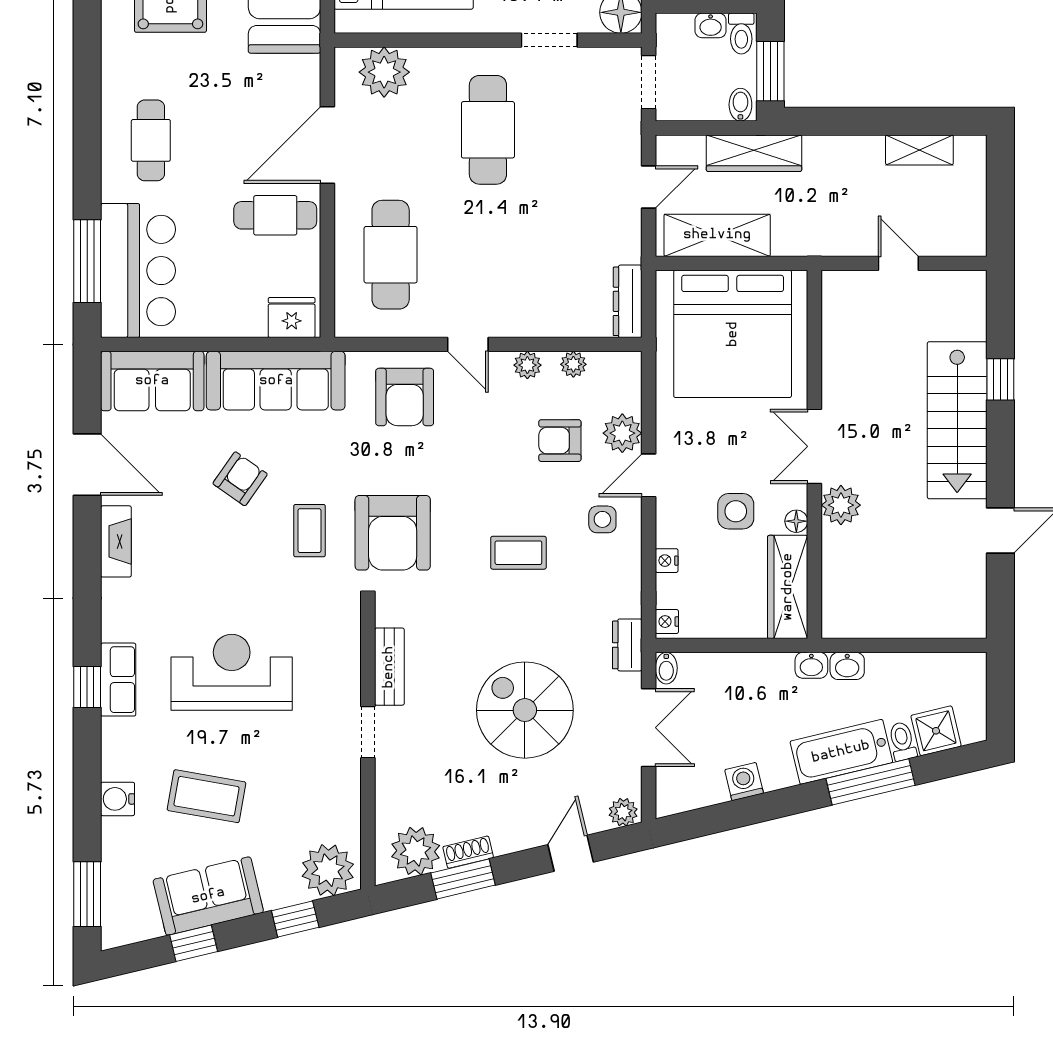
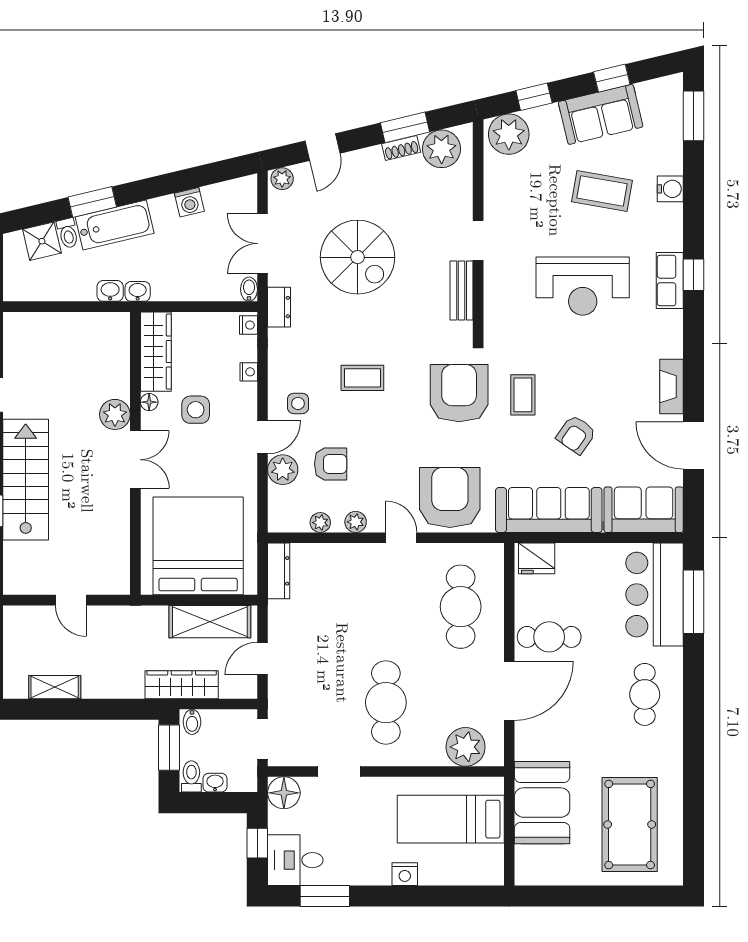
armchair: (405, 397) -> (450, 497), width x1.36, depth x1.36
window: (870, 782) -> (92, 202), width x0.69

